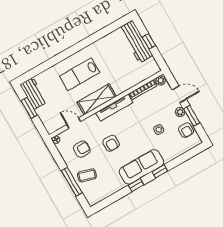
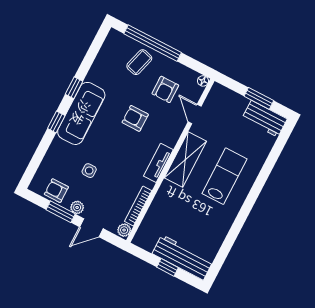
tv unit: (114, 108) -> (158, 163), width x0.71
door: (74, 123) -> (195, 114), swing flipped
window: (72, 182) -> (153, 43), width x1.46

